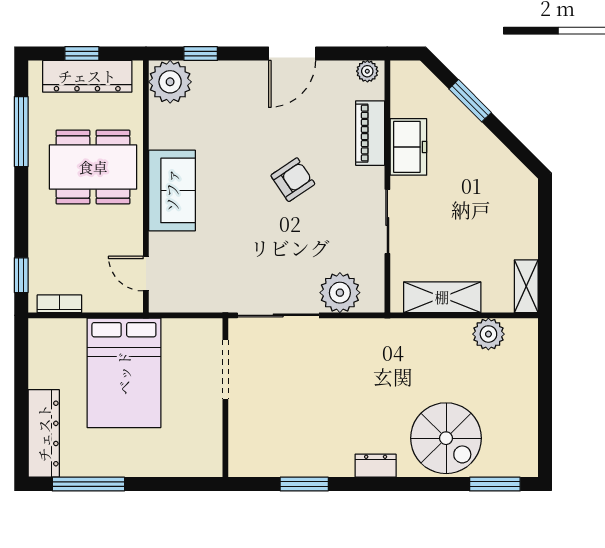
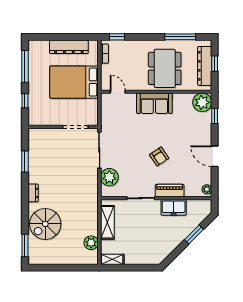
piano: (370, 133) -> (170, 191), moved
door: (146, 274) -> (118, 92), hinge flipped
dresser: (44, 433) -> (69, 47), moved
window: (166, 484) -> (25, 101), added

